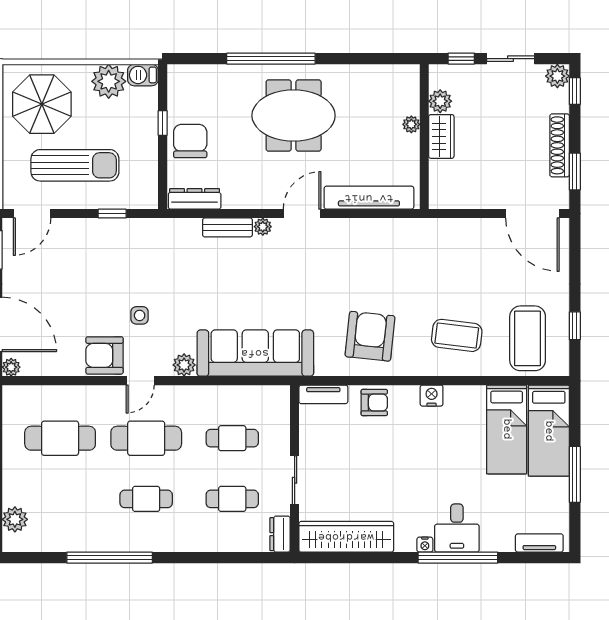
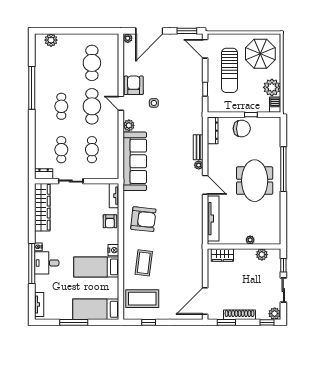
wardrobe: (441, 136) -> (222, 255), moved
bed: (507, 429) -> (96, 267), moved

